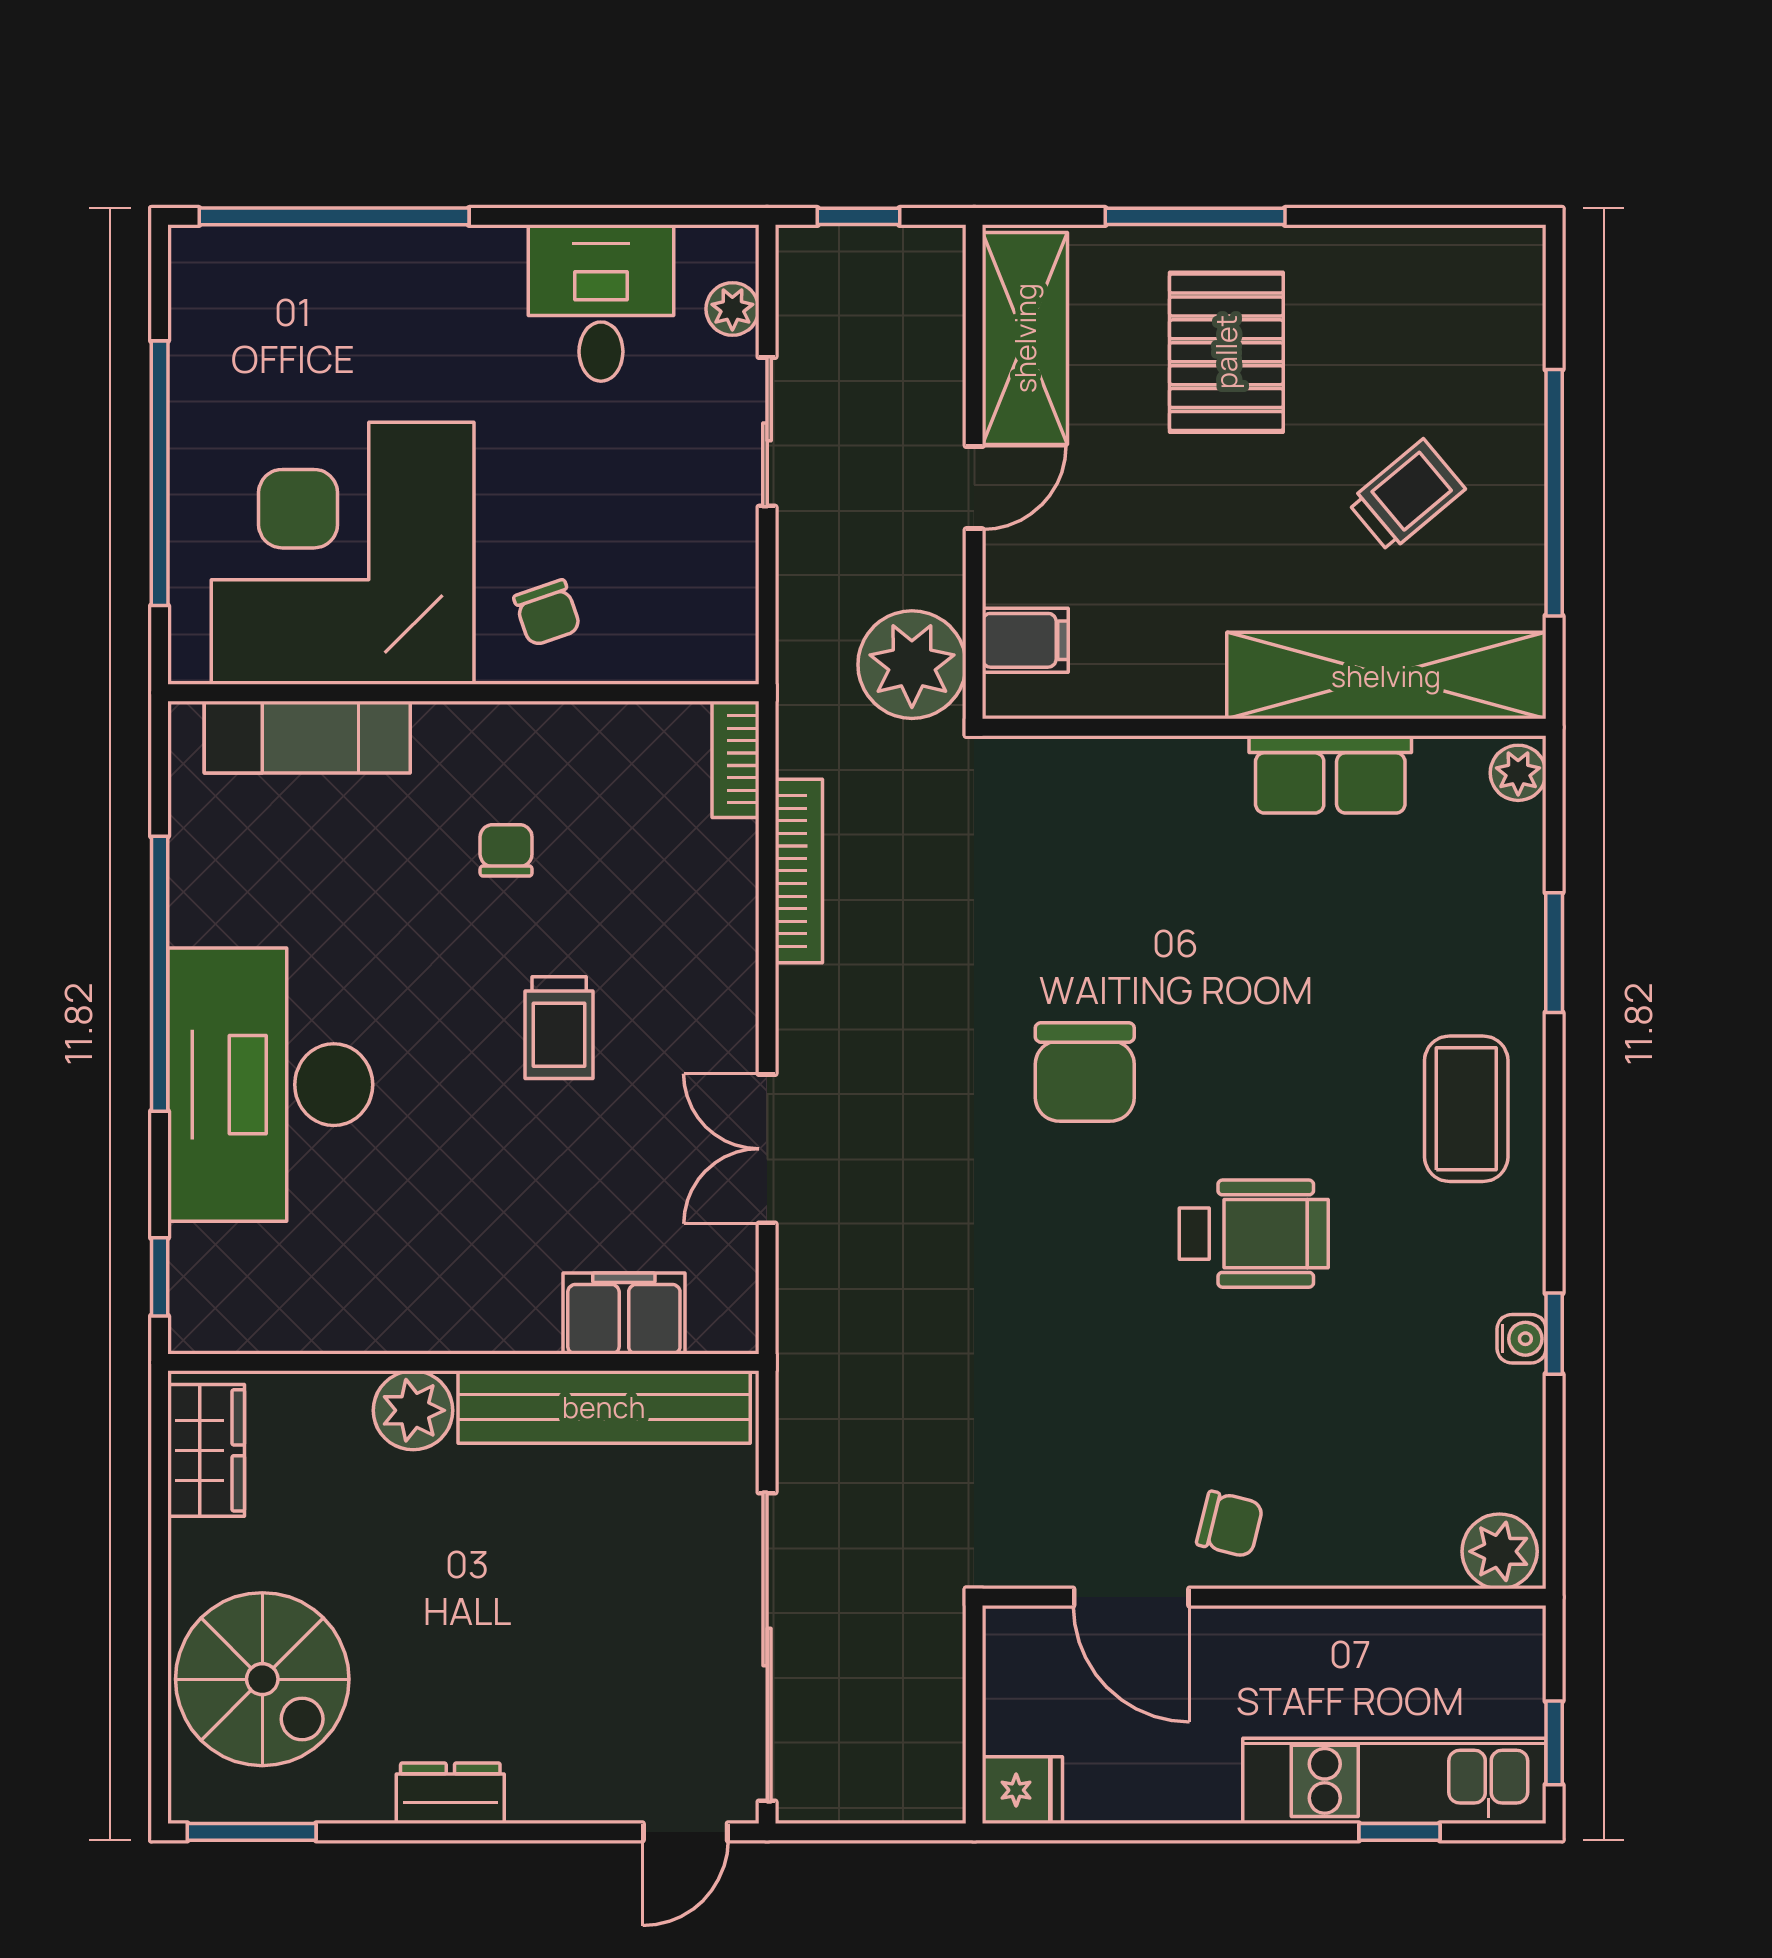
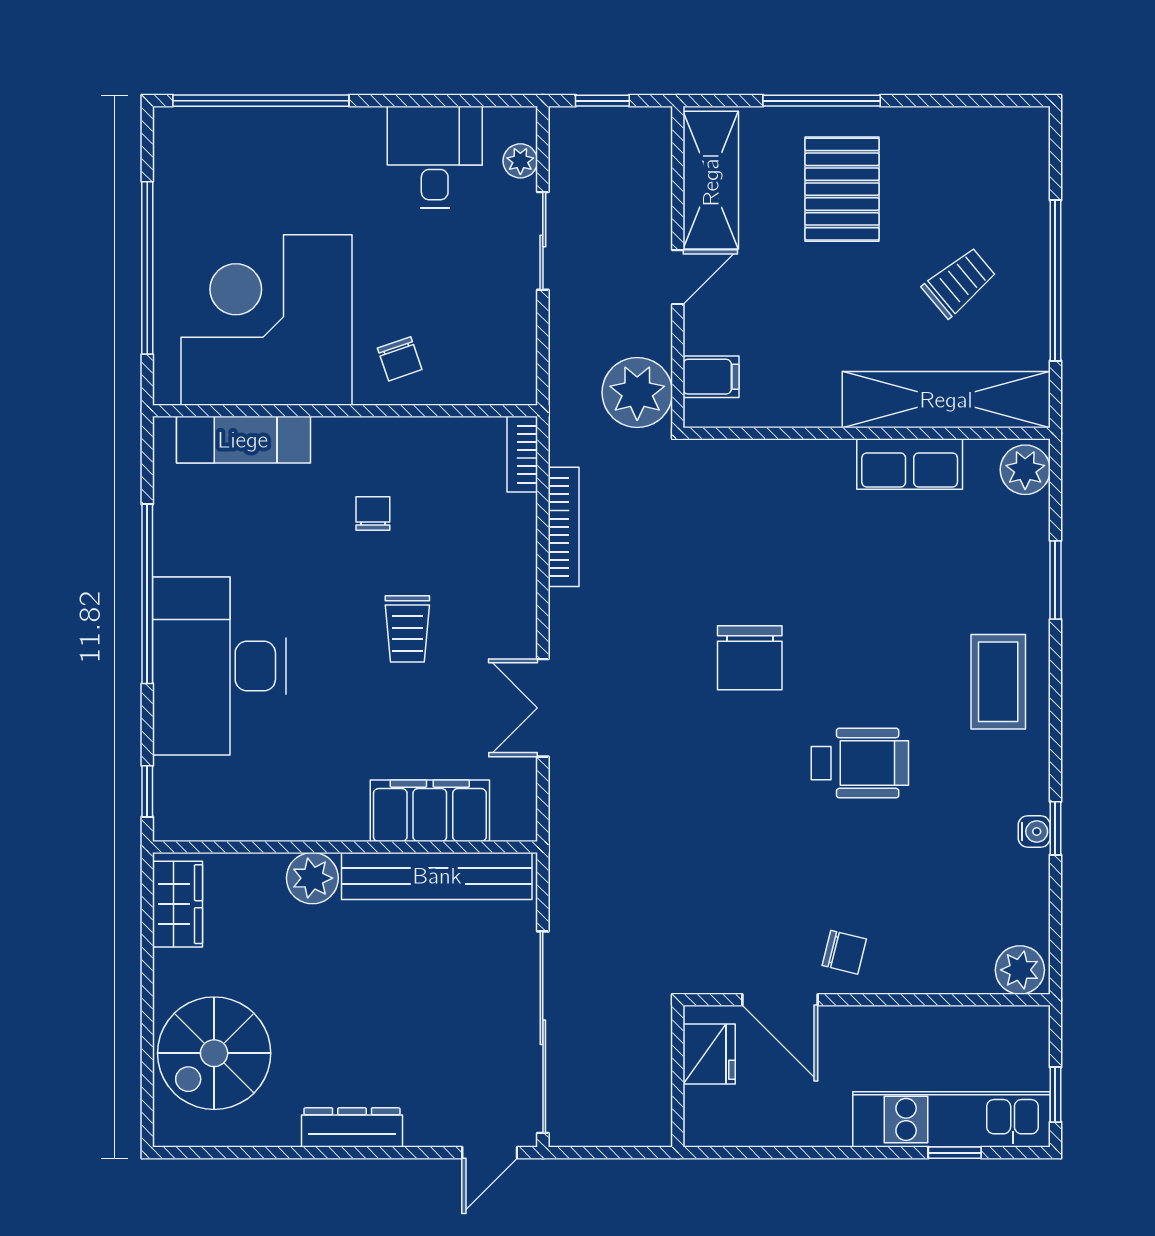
plant: (1518, 773) -> (1025, 470), width x1.38, depth x1.38
filing cabinet: (624, 1314) -> (430, 811), width x1.50, depth x1.17
spiral stairs: (262, 1679) -> (214, 1053), turned 90
fridge: (1022, 1790) -> (709, 1054), moved, width x1.38
dresser: (450, 1793) -> (352, 1127), width x1.44
window: (252, 1832) -> (207, 1153), removed

